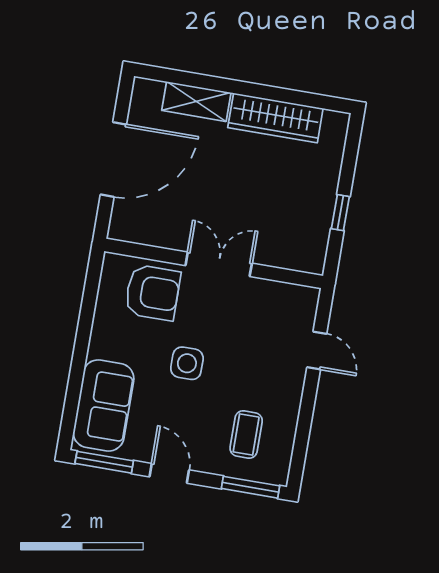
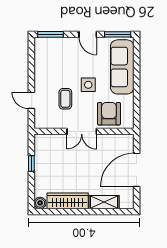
boiler: (336, 124) -> (40, 203), added
armchair: (153, 293) -> (109, 114), turned 90
sofa: (103, 405) -> (122, 67), width x1.36
coffee table: (246, 434) -> (65, 99), moved

